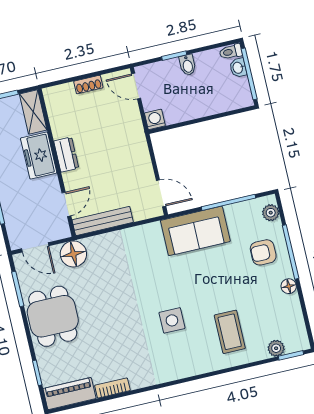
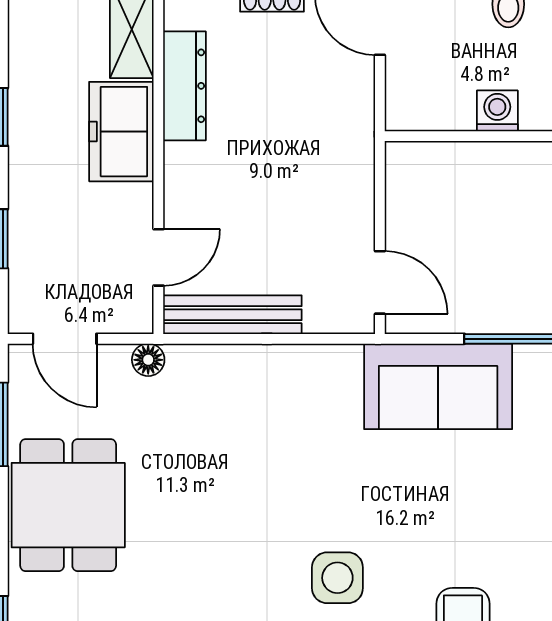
washing machine: (155, 119) -> (497, 111), moved
dresser: (66, 155) -> (184, 86), moved, width x1.44
floor lamp: (73, 254) -> (148, 360), width x0.53, depth x0.53

